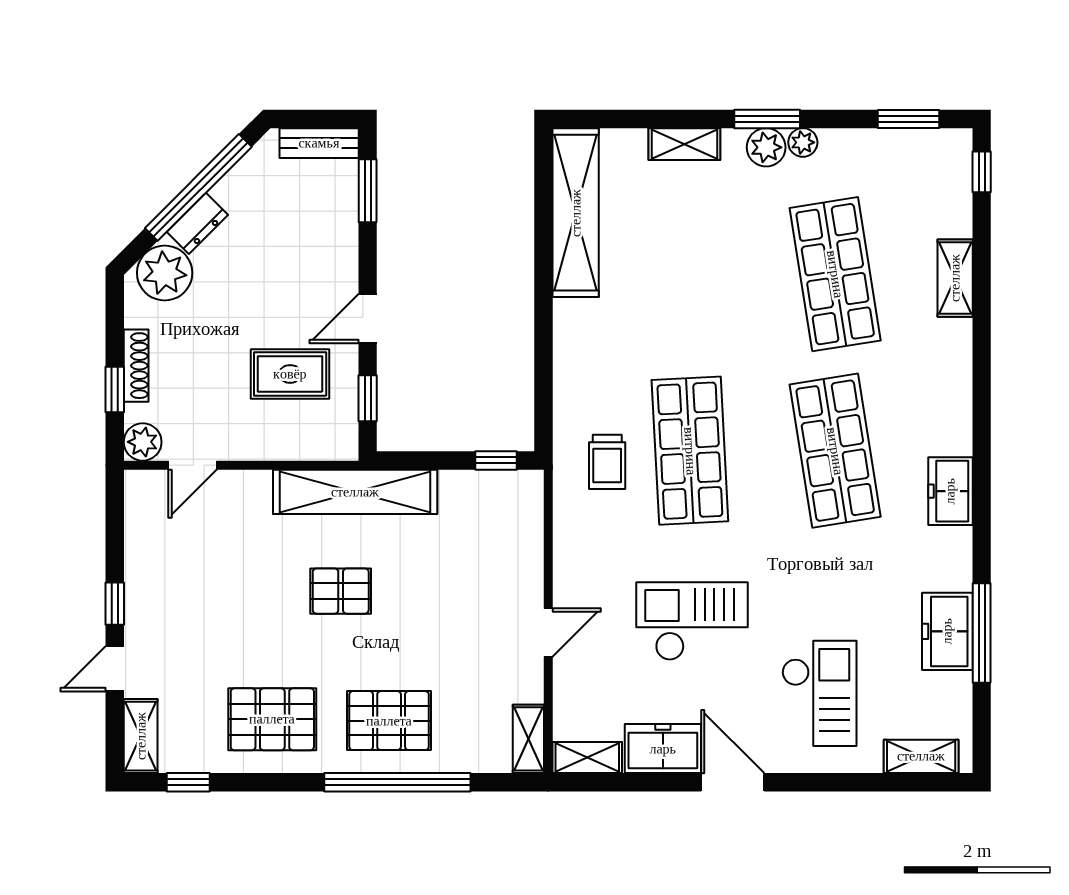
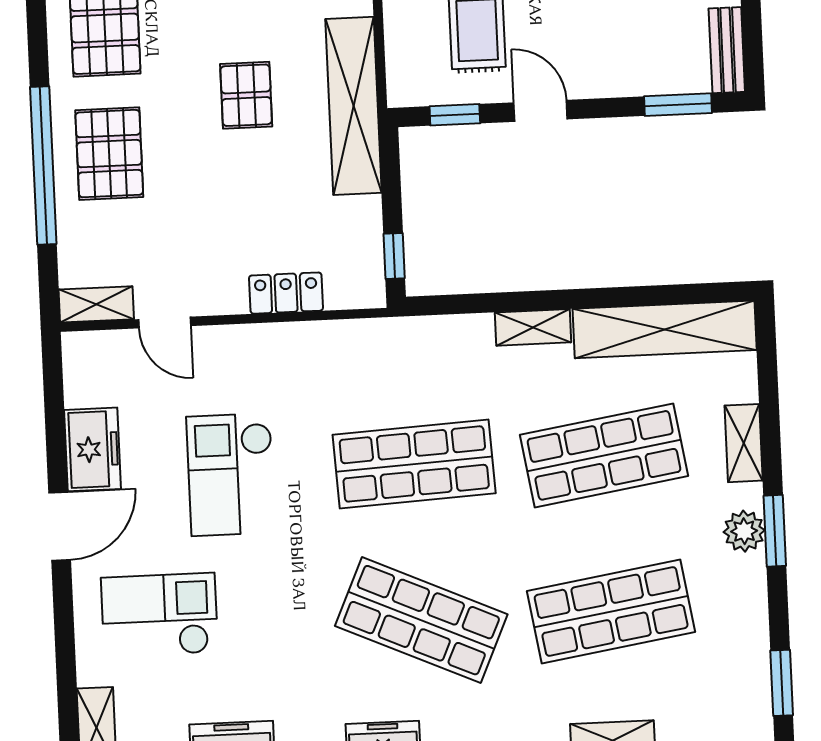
plant: (803, 142) -> (751, 570), removed
shop shelf: (690, 274) -> (604, 455), added
shop shelf: (835, 451) -> (421, 620), turned 33
trolley: (607, 462) -> (398, 376), removed
locker: (526, 562) -> (286, 293), added
checkout: (692, 621) -> (231, 475), turned 180
door: (548, 633) -> (165, 323), moved
checkout: (819, 693) -> (159, 615), turned 180
shelving: (587, 758) -> (533, 327), moved, turned 90

